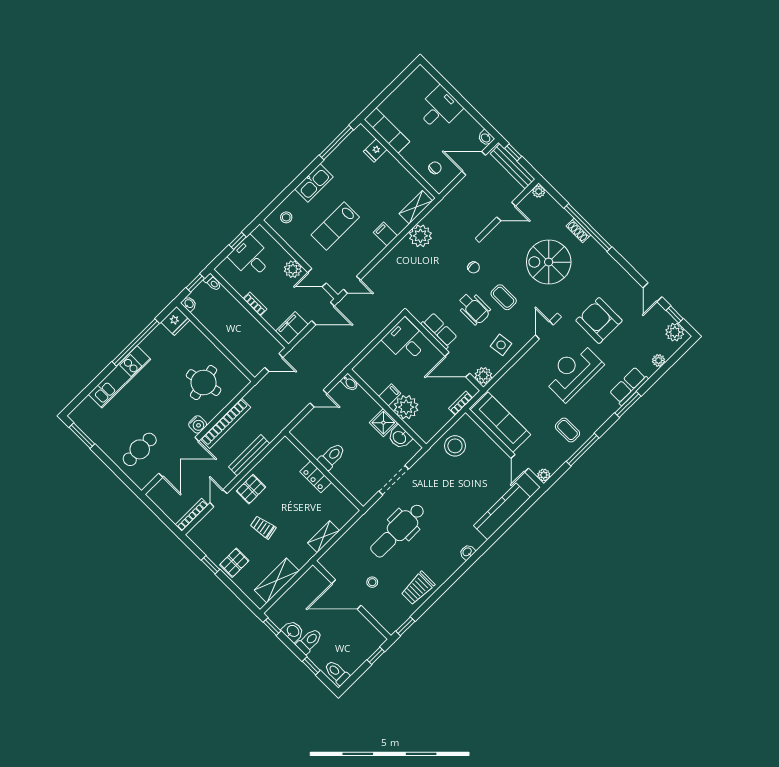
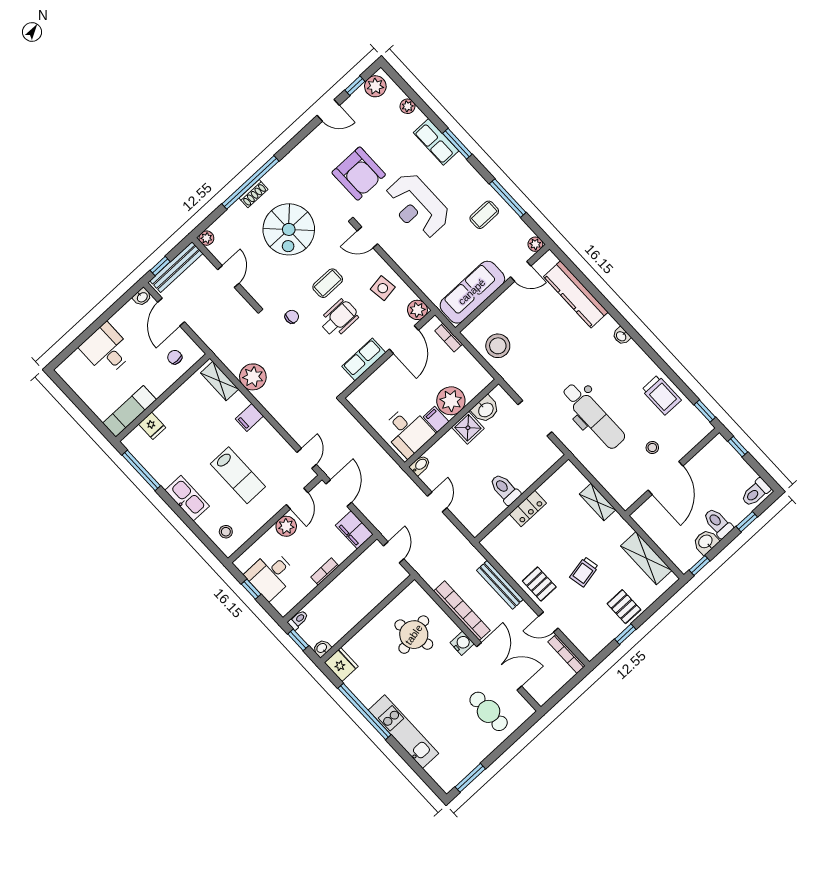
armchair: (599, 320) -> (359, 174), turned -90
desk: (406, 341) -> (408, 431), moved, turned -90

